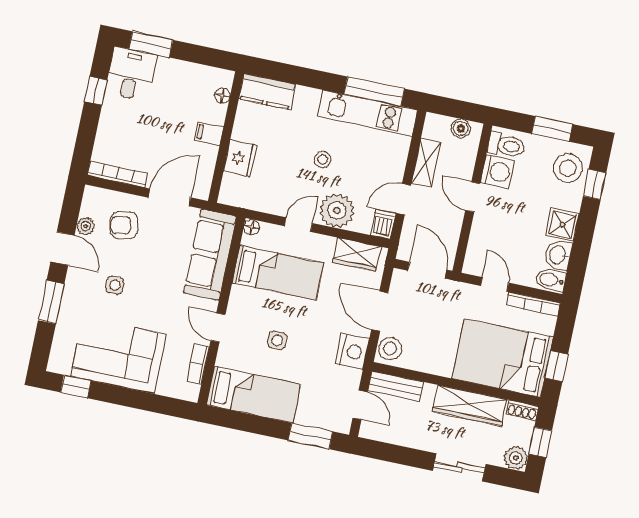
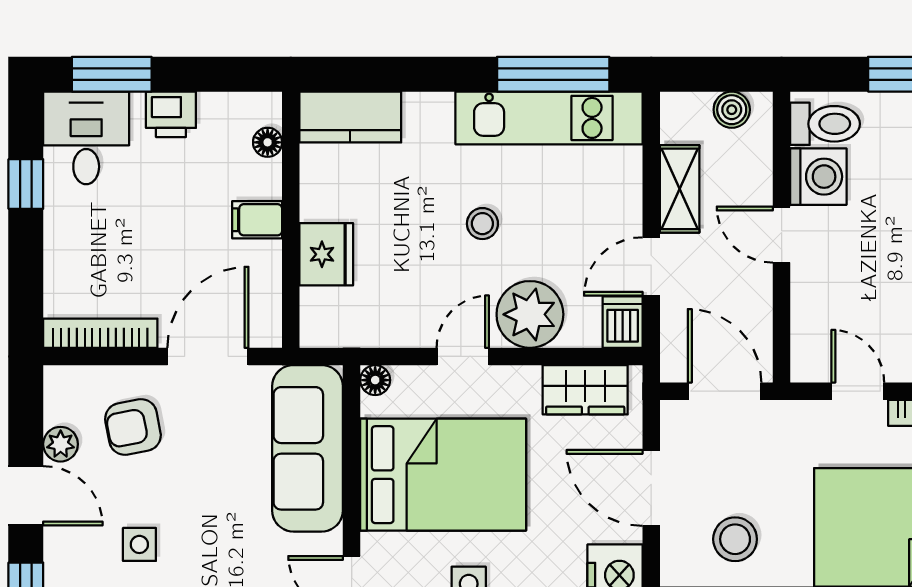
printer: (177, 71) -> (171, 114), added
bed: (278, 273) -> (443, 475), width x1.50
stool: (390, 349) -> (735, 539), moved

